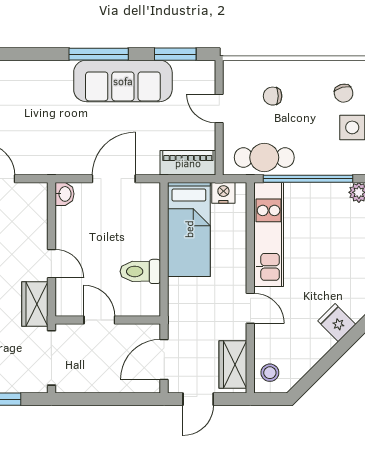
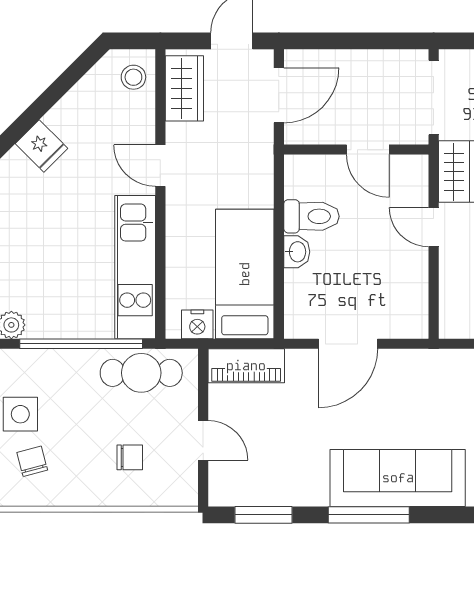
sofa: (123, 81) -> (398, 478), moved
washbasin: (64, 194) -> (297, 252), moved, turned 180

